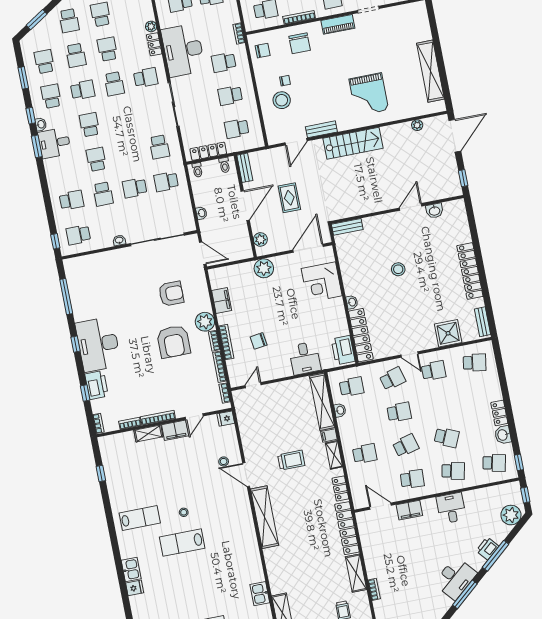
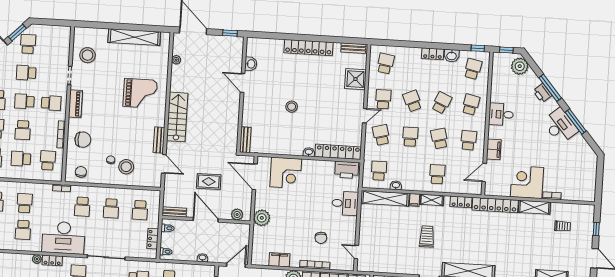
stool: (396, 24) -> (87, 55), added
locker: (208, 151) -> (153, 239), width x0.66
school desk: (440, 404) -> (412, 101), added
corner desk: (382, 557) -> (527, 182), added

